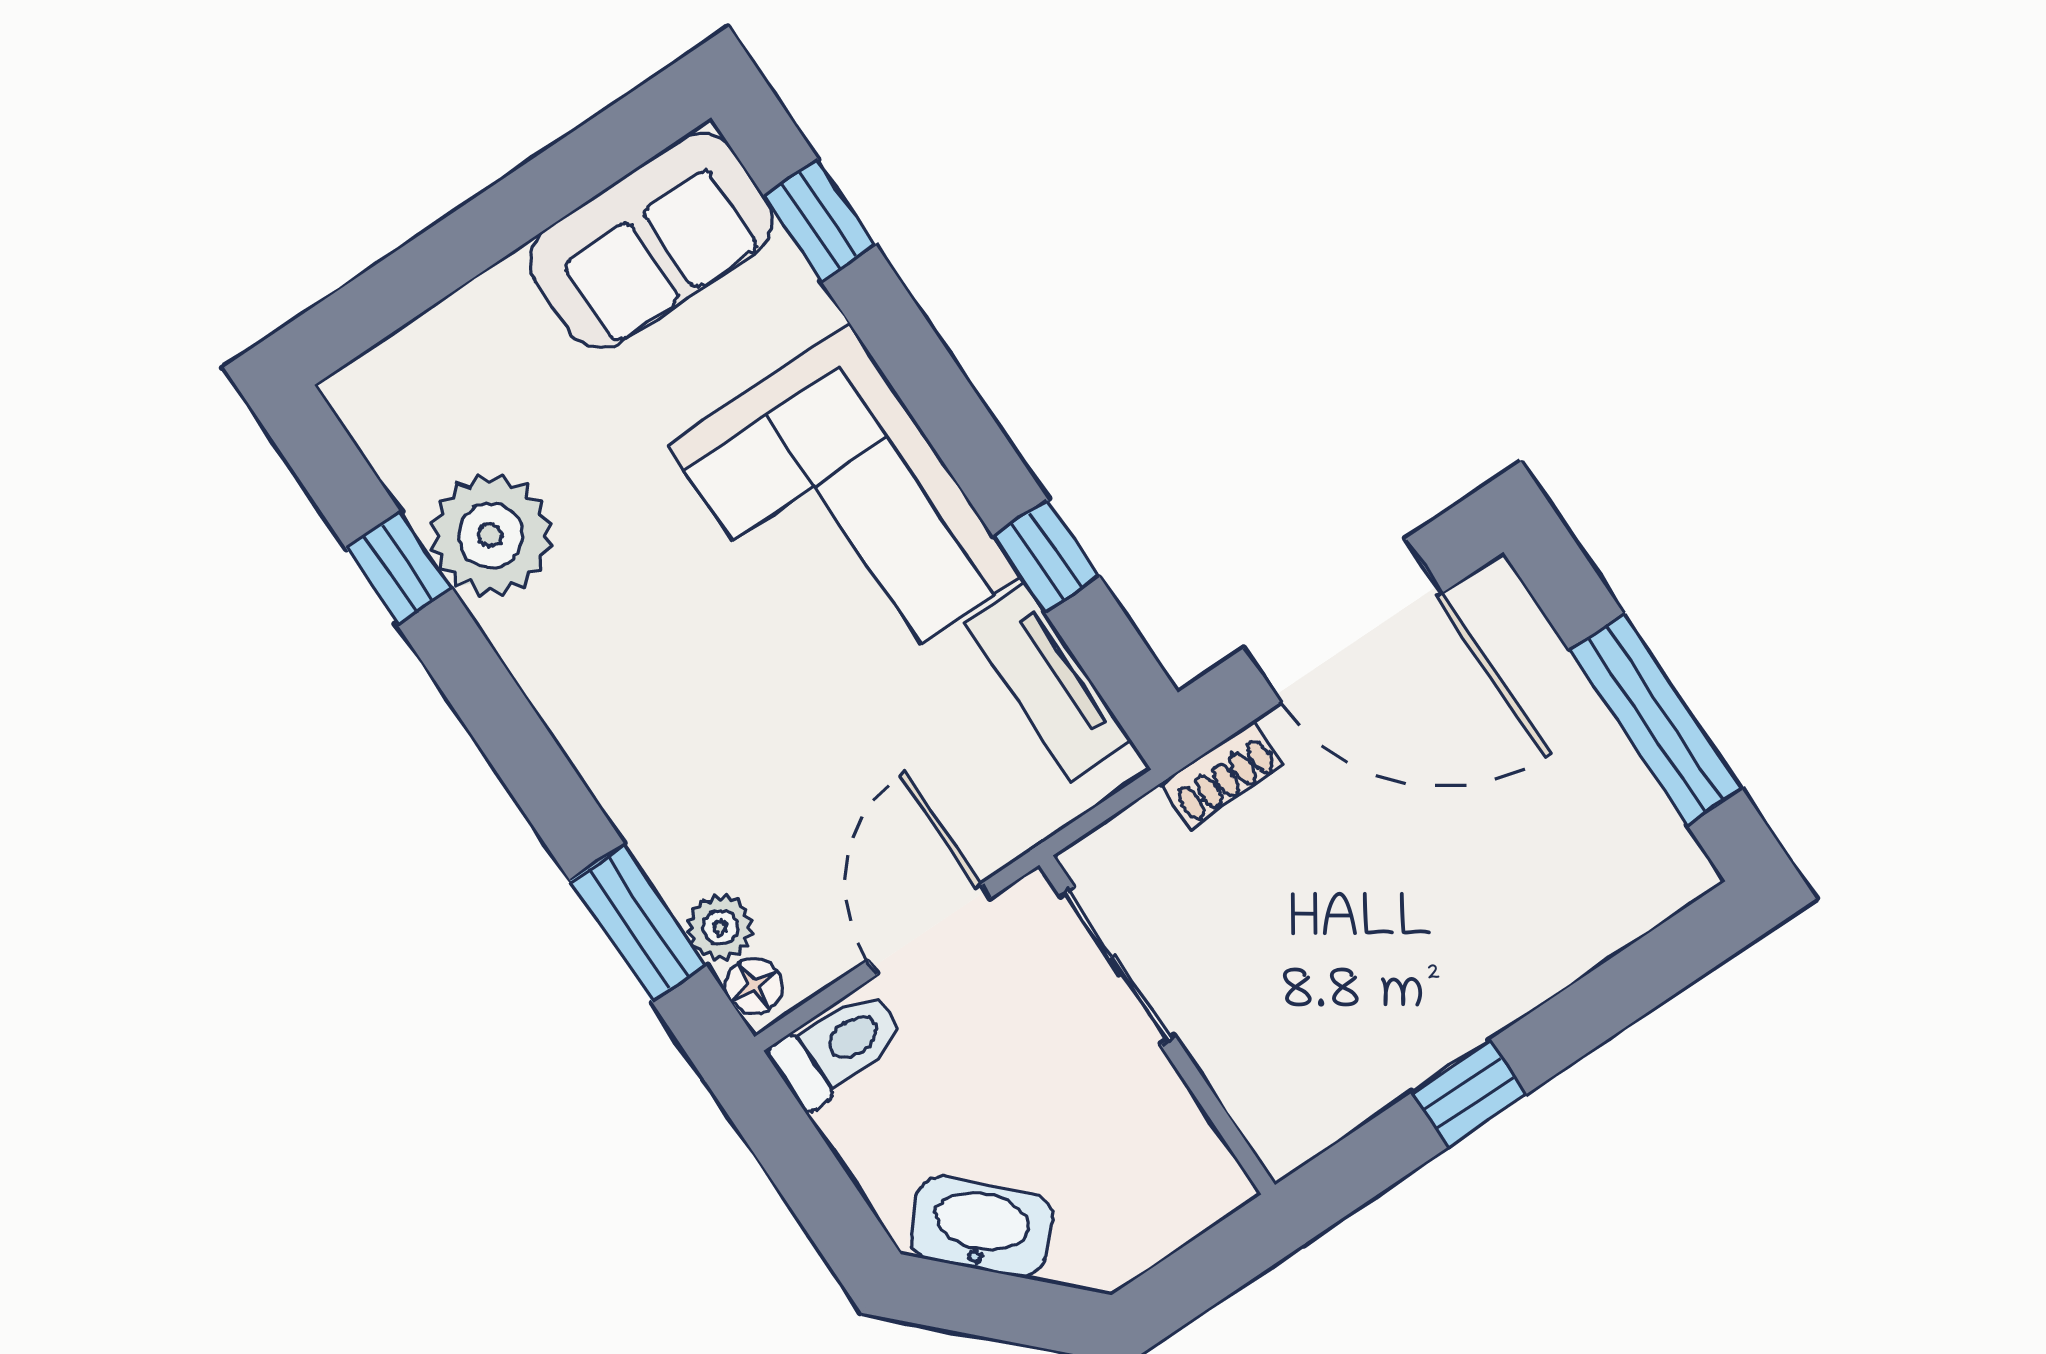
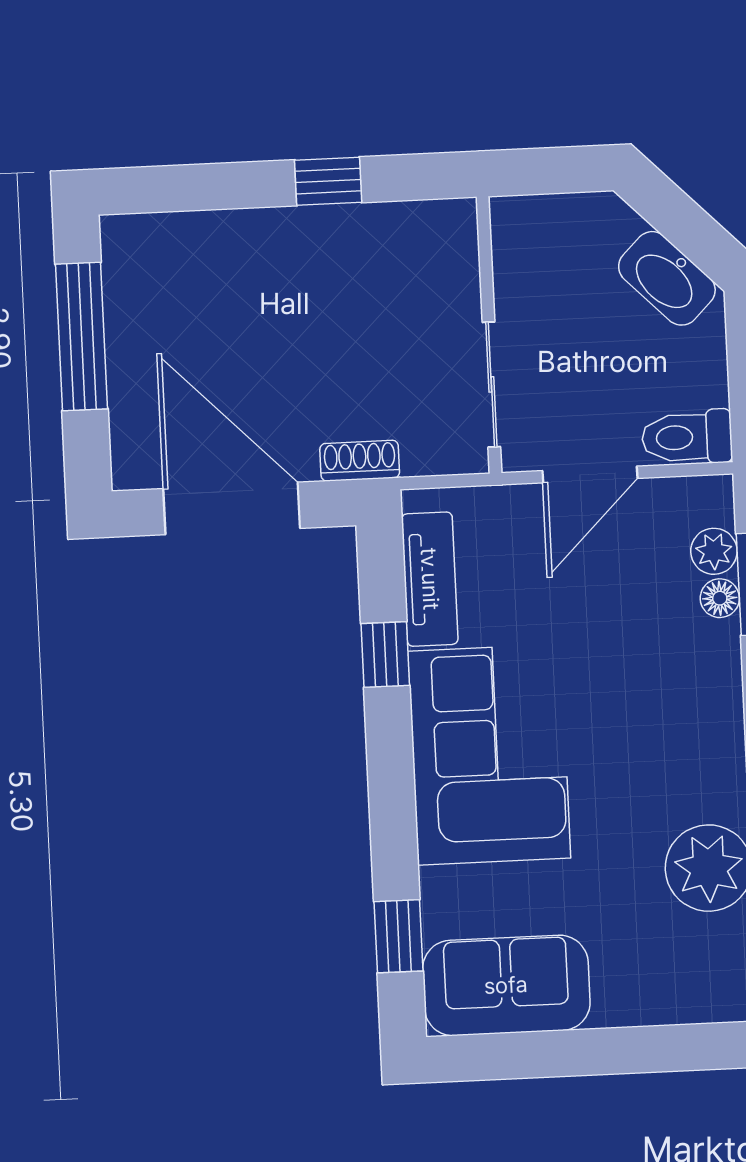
floor lamp: (754, 986) -> (720, 598), moved

